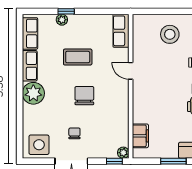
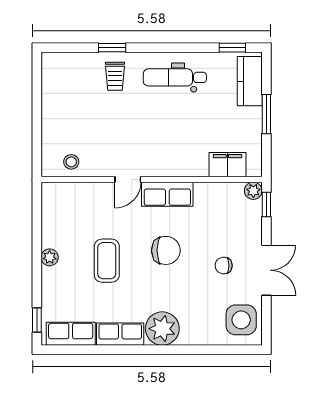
window: (66, 11) -> (37, 320), moved
plant: (62, 20) -> (50, 257), moved
row of seats: (121, 31) -> (167, 194), moved
stool: (170, 34) -> (71, 162), moved, width x0.53, depth x0.53
chair: (84, 96) -> (166, 250), turned 180

